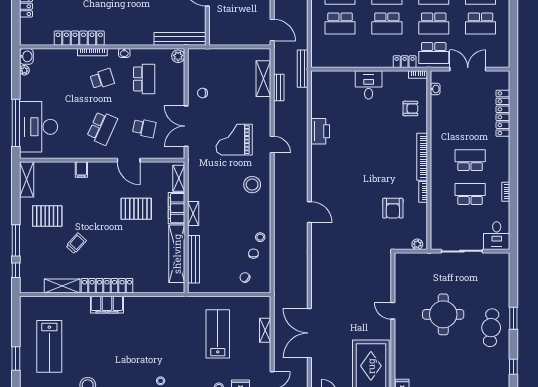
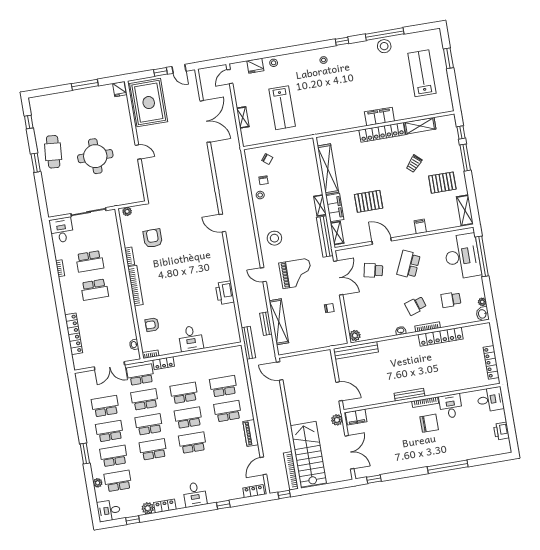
school desk: (144, 79) -> (451, 300), moved, width x0.54
shelving: (263, 79) -> (279, 322), width x1.47
bench: (194, 259) -> (325, 237), moved

